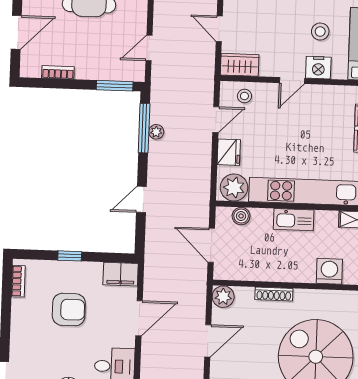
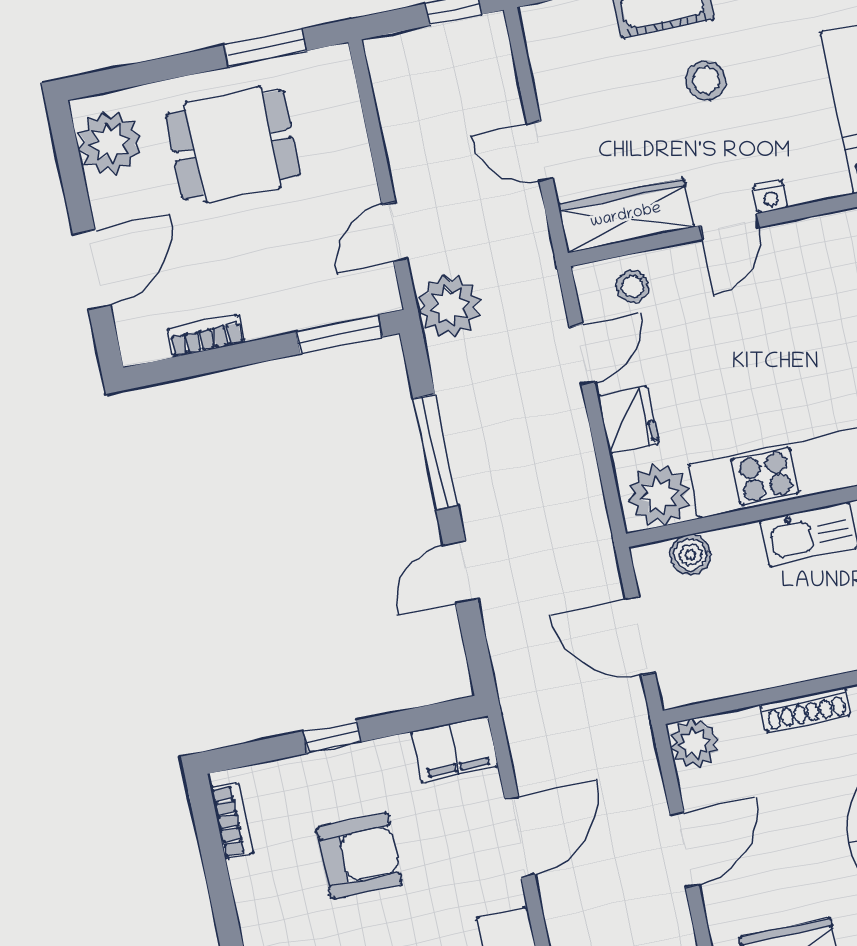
stool: (320, 32) -> (706, 80), moved
wardrobe: (240, 65) -> (626, 216), width x1.50
nightstand: (318, 68) -> (770, 197), width x0.53, depth x0.56
window: (144, 128) -> (436, 452), moved
plant: (156, 132) -> (449, 306), moved, width x1.87, depth x1.87

